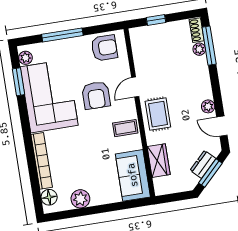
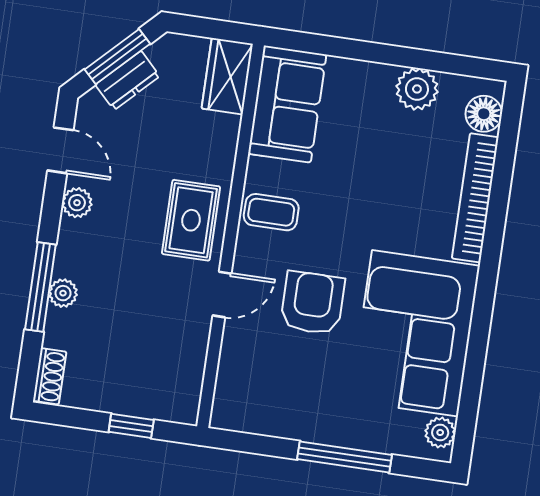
window: (209, 46) -> (40, 287), moved
armchair: (104, 48) -> (262, 401), removed
plant: (199, 49) -> (63, 293), moved
window: (19, 82) -> (472, 385), removed
wardrobe: (159, 161) -> (227, 76), moved

